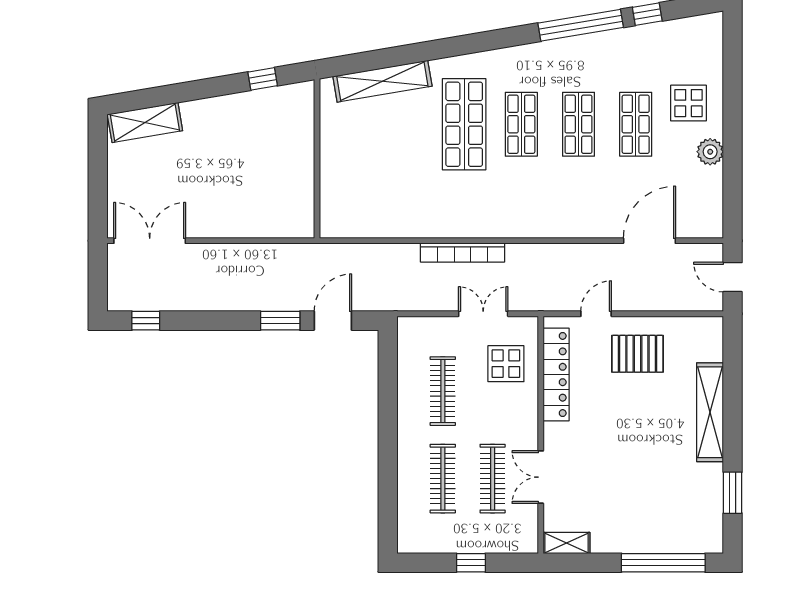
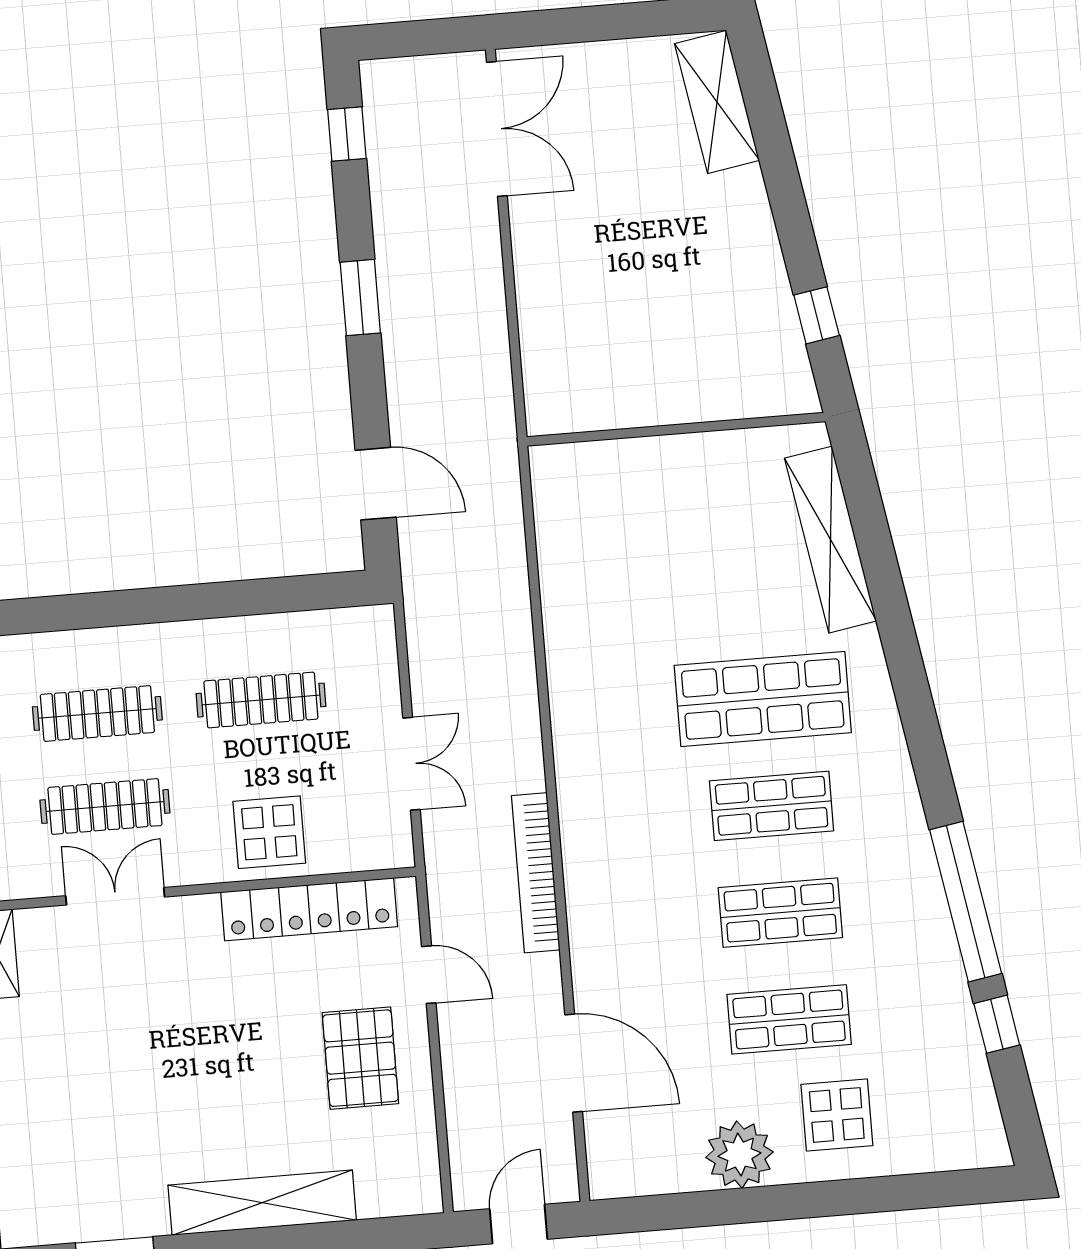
plant: (710, 152) -> (739, 1155), width x1.36, depth x1.36
bookcase: (462, 253) -> (536, 873), moved
window: (280, 321) -> (360, 298), moved
display table: (506, 364) -> (269, 832), moved

